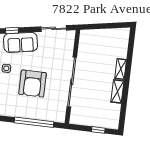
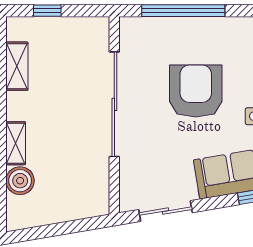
boiler: (121, 51) -> (20, 181), added
shelving: (117, 91) -> (17, 66), moved

